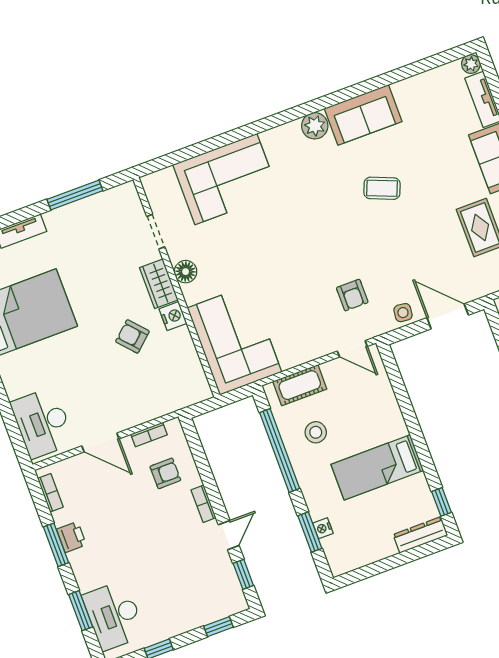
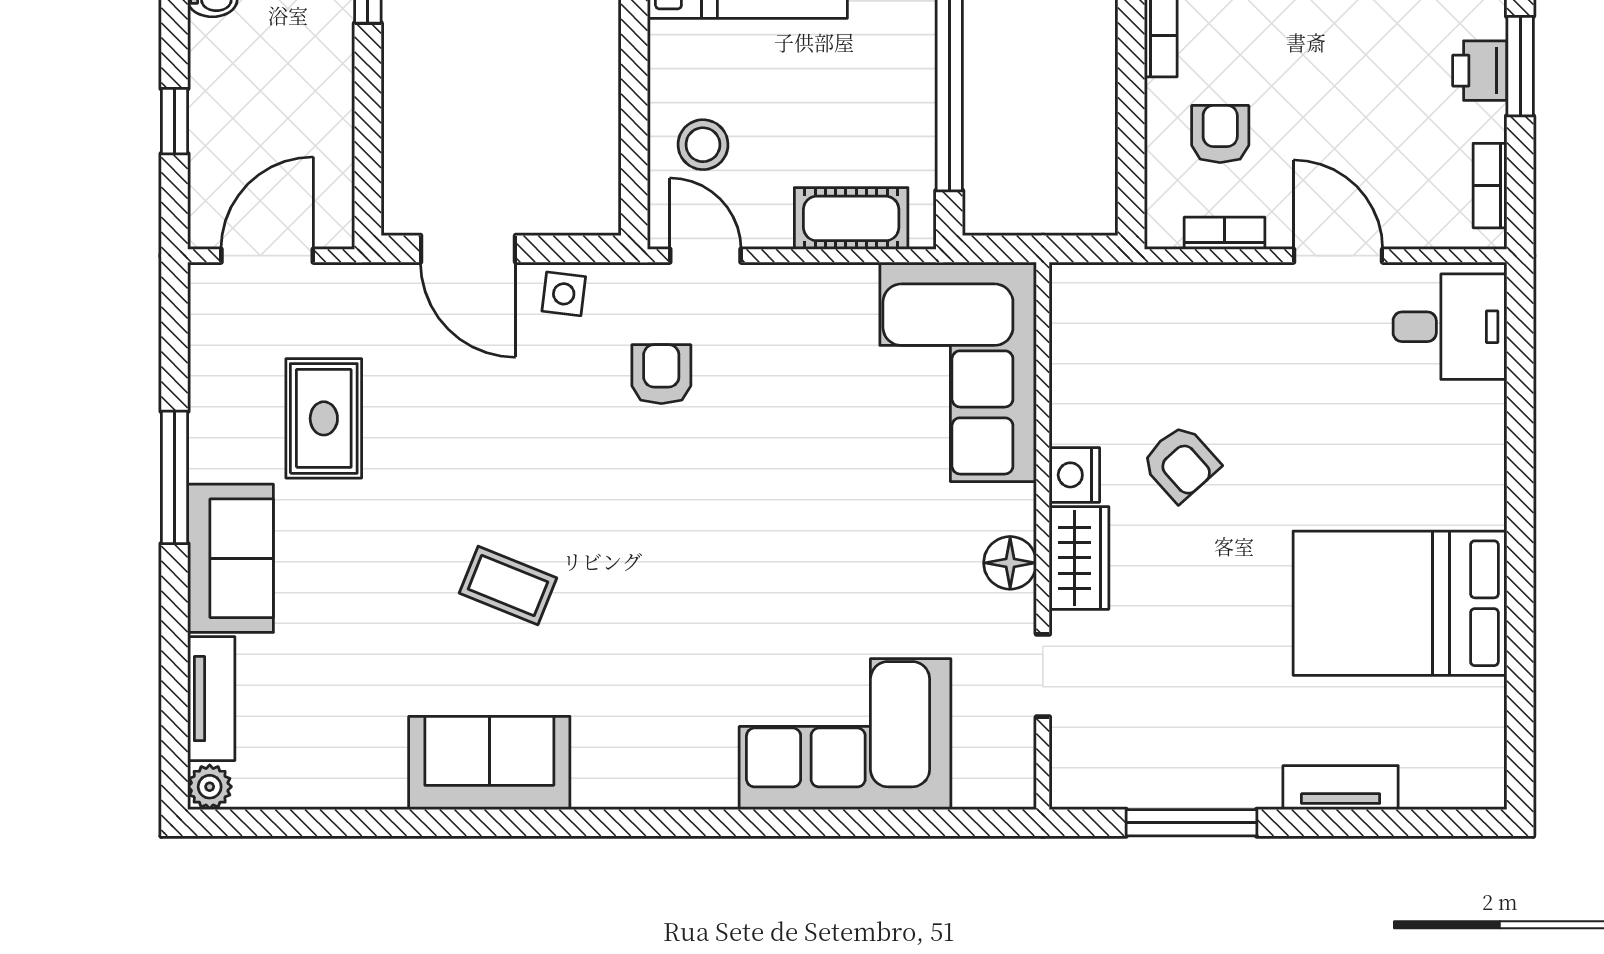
plant: (315, 126) -> (605, 779), removed
desk: (42, 423) -> (1450, 327), width x0.73
stool: (316, 432) -> (703, 145), moved
armchair: (165, 473) -> (1220, 134), turned 90

